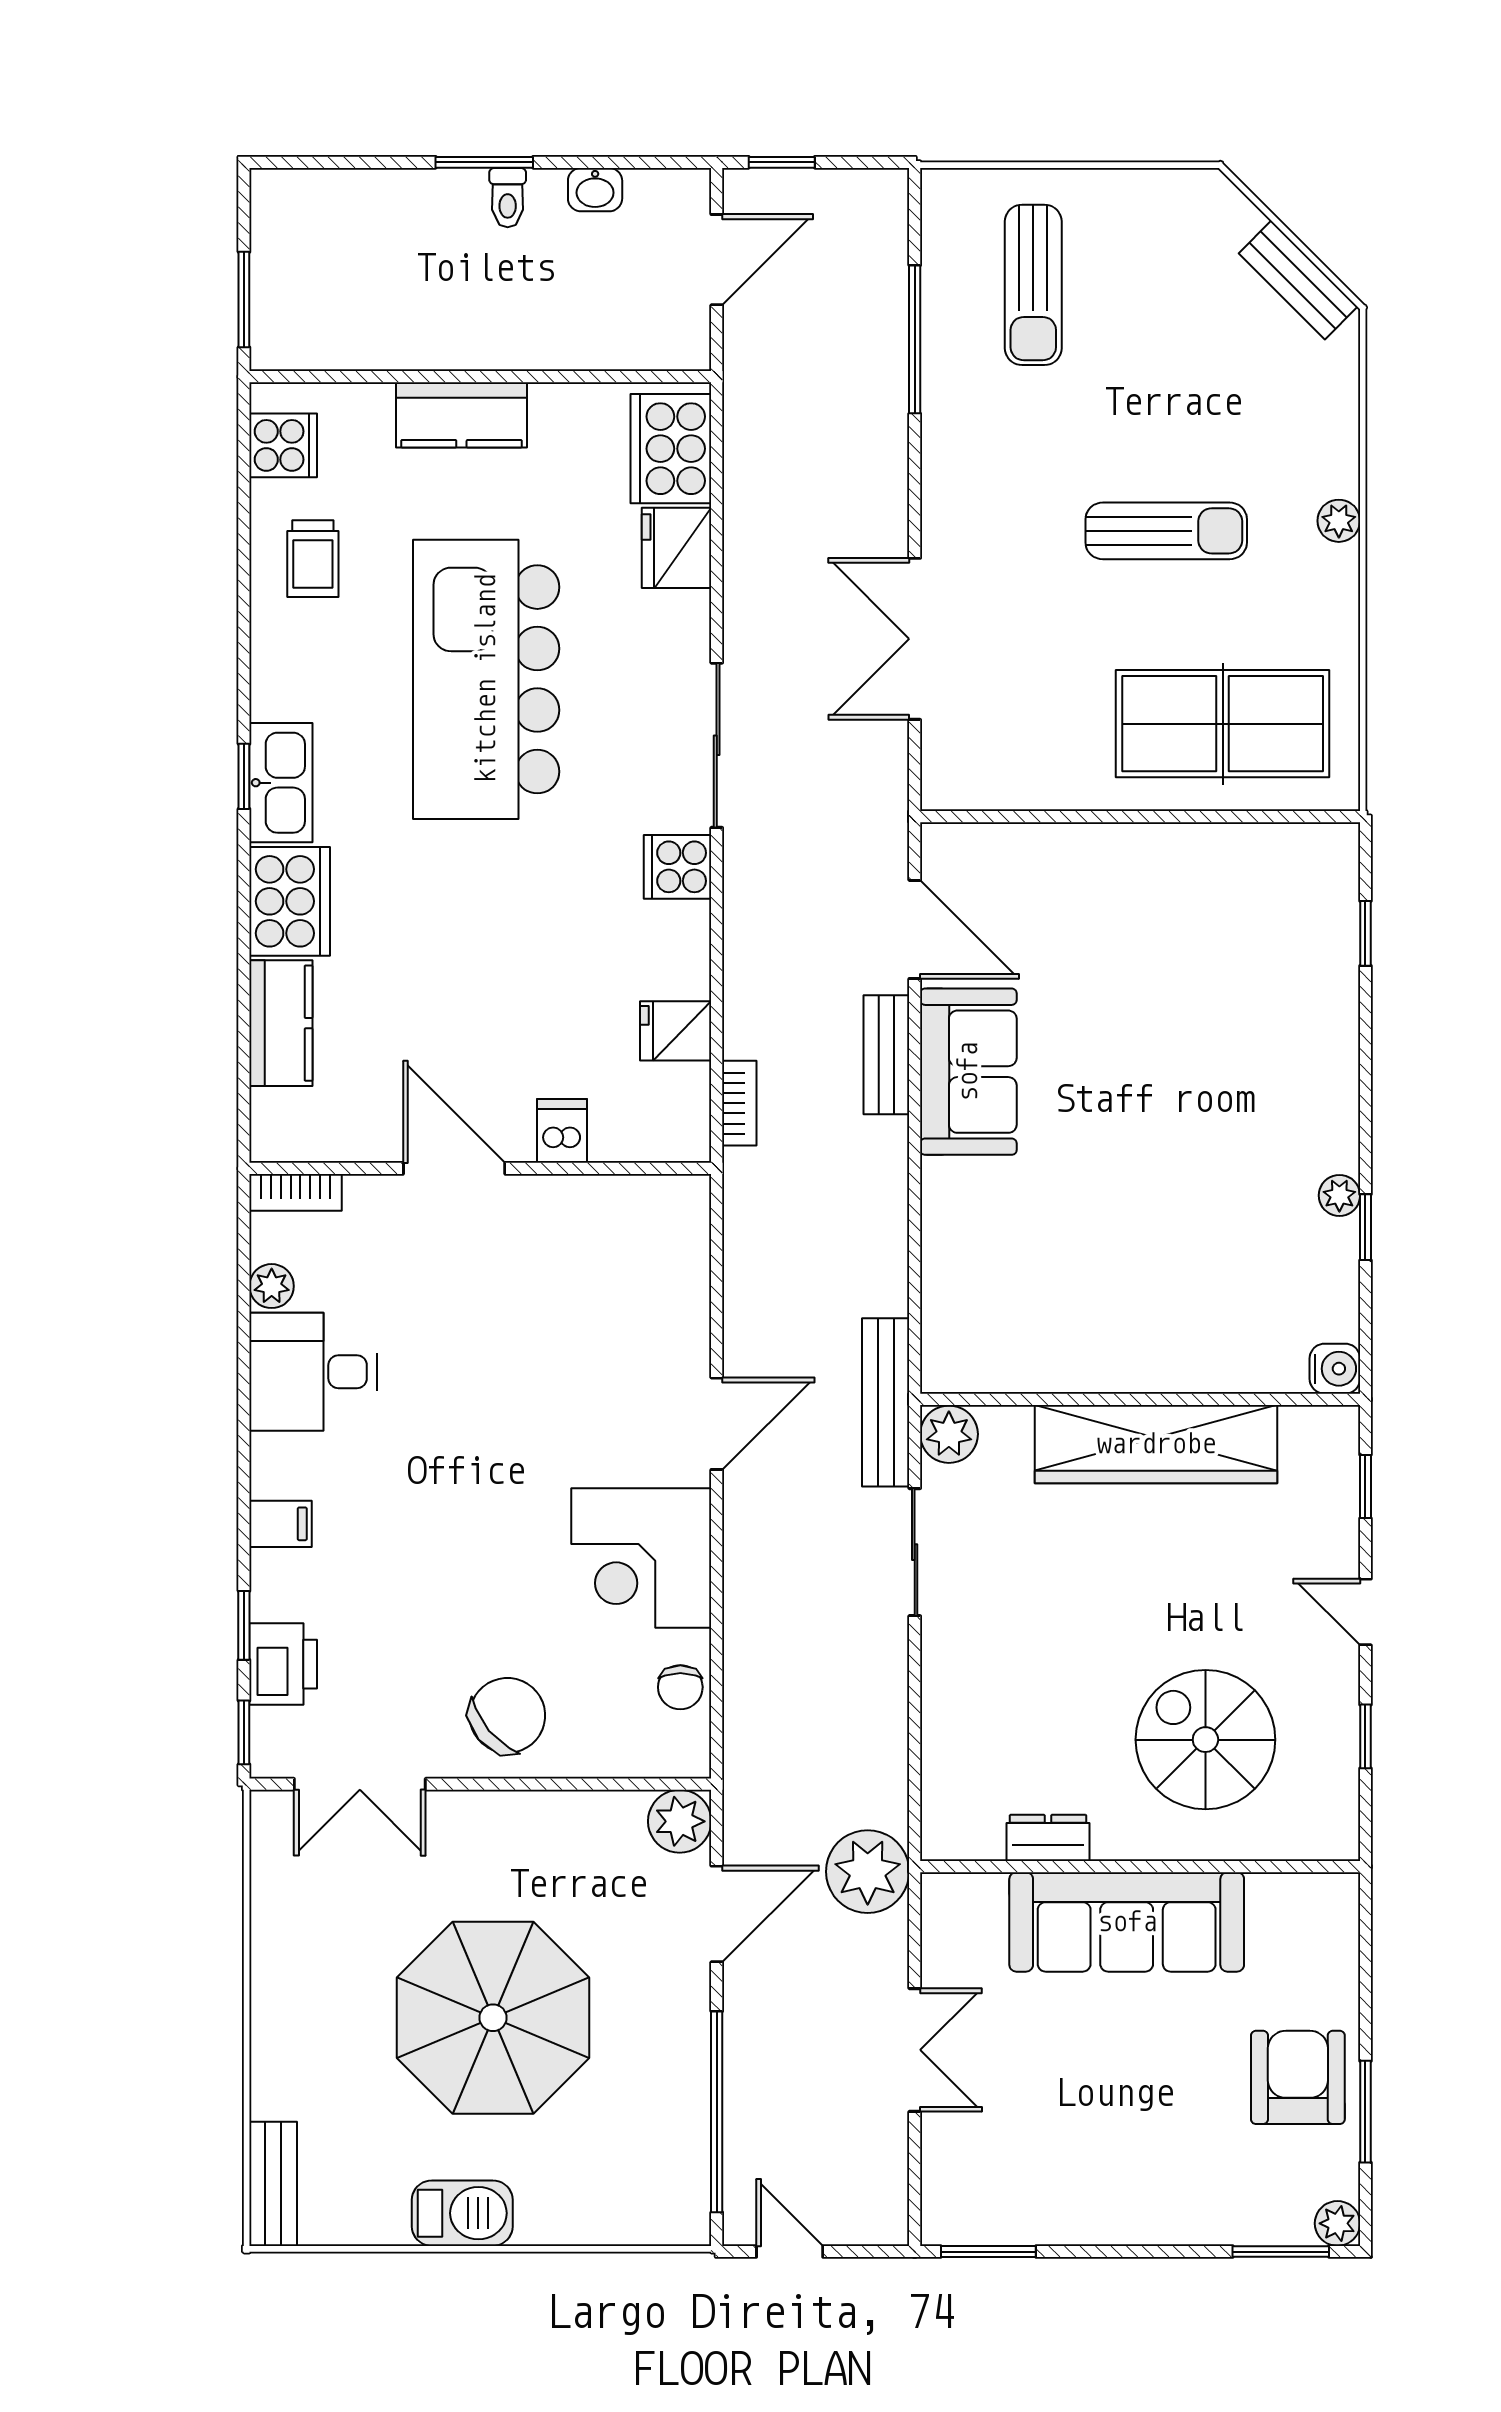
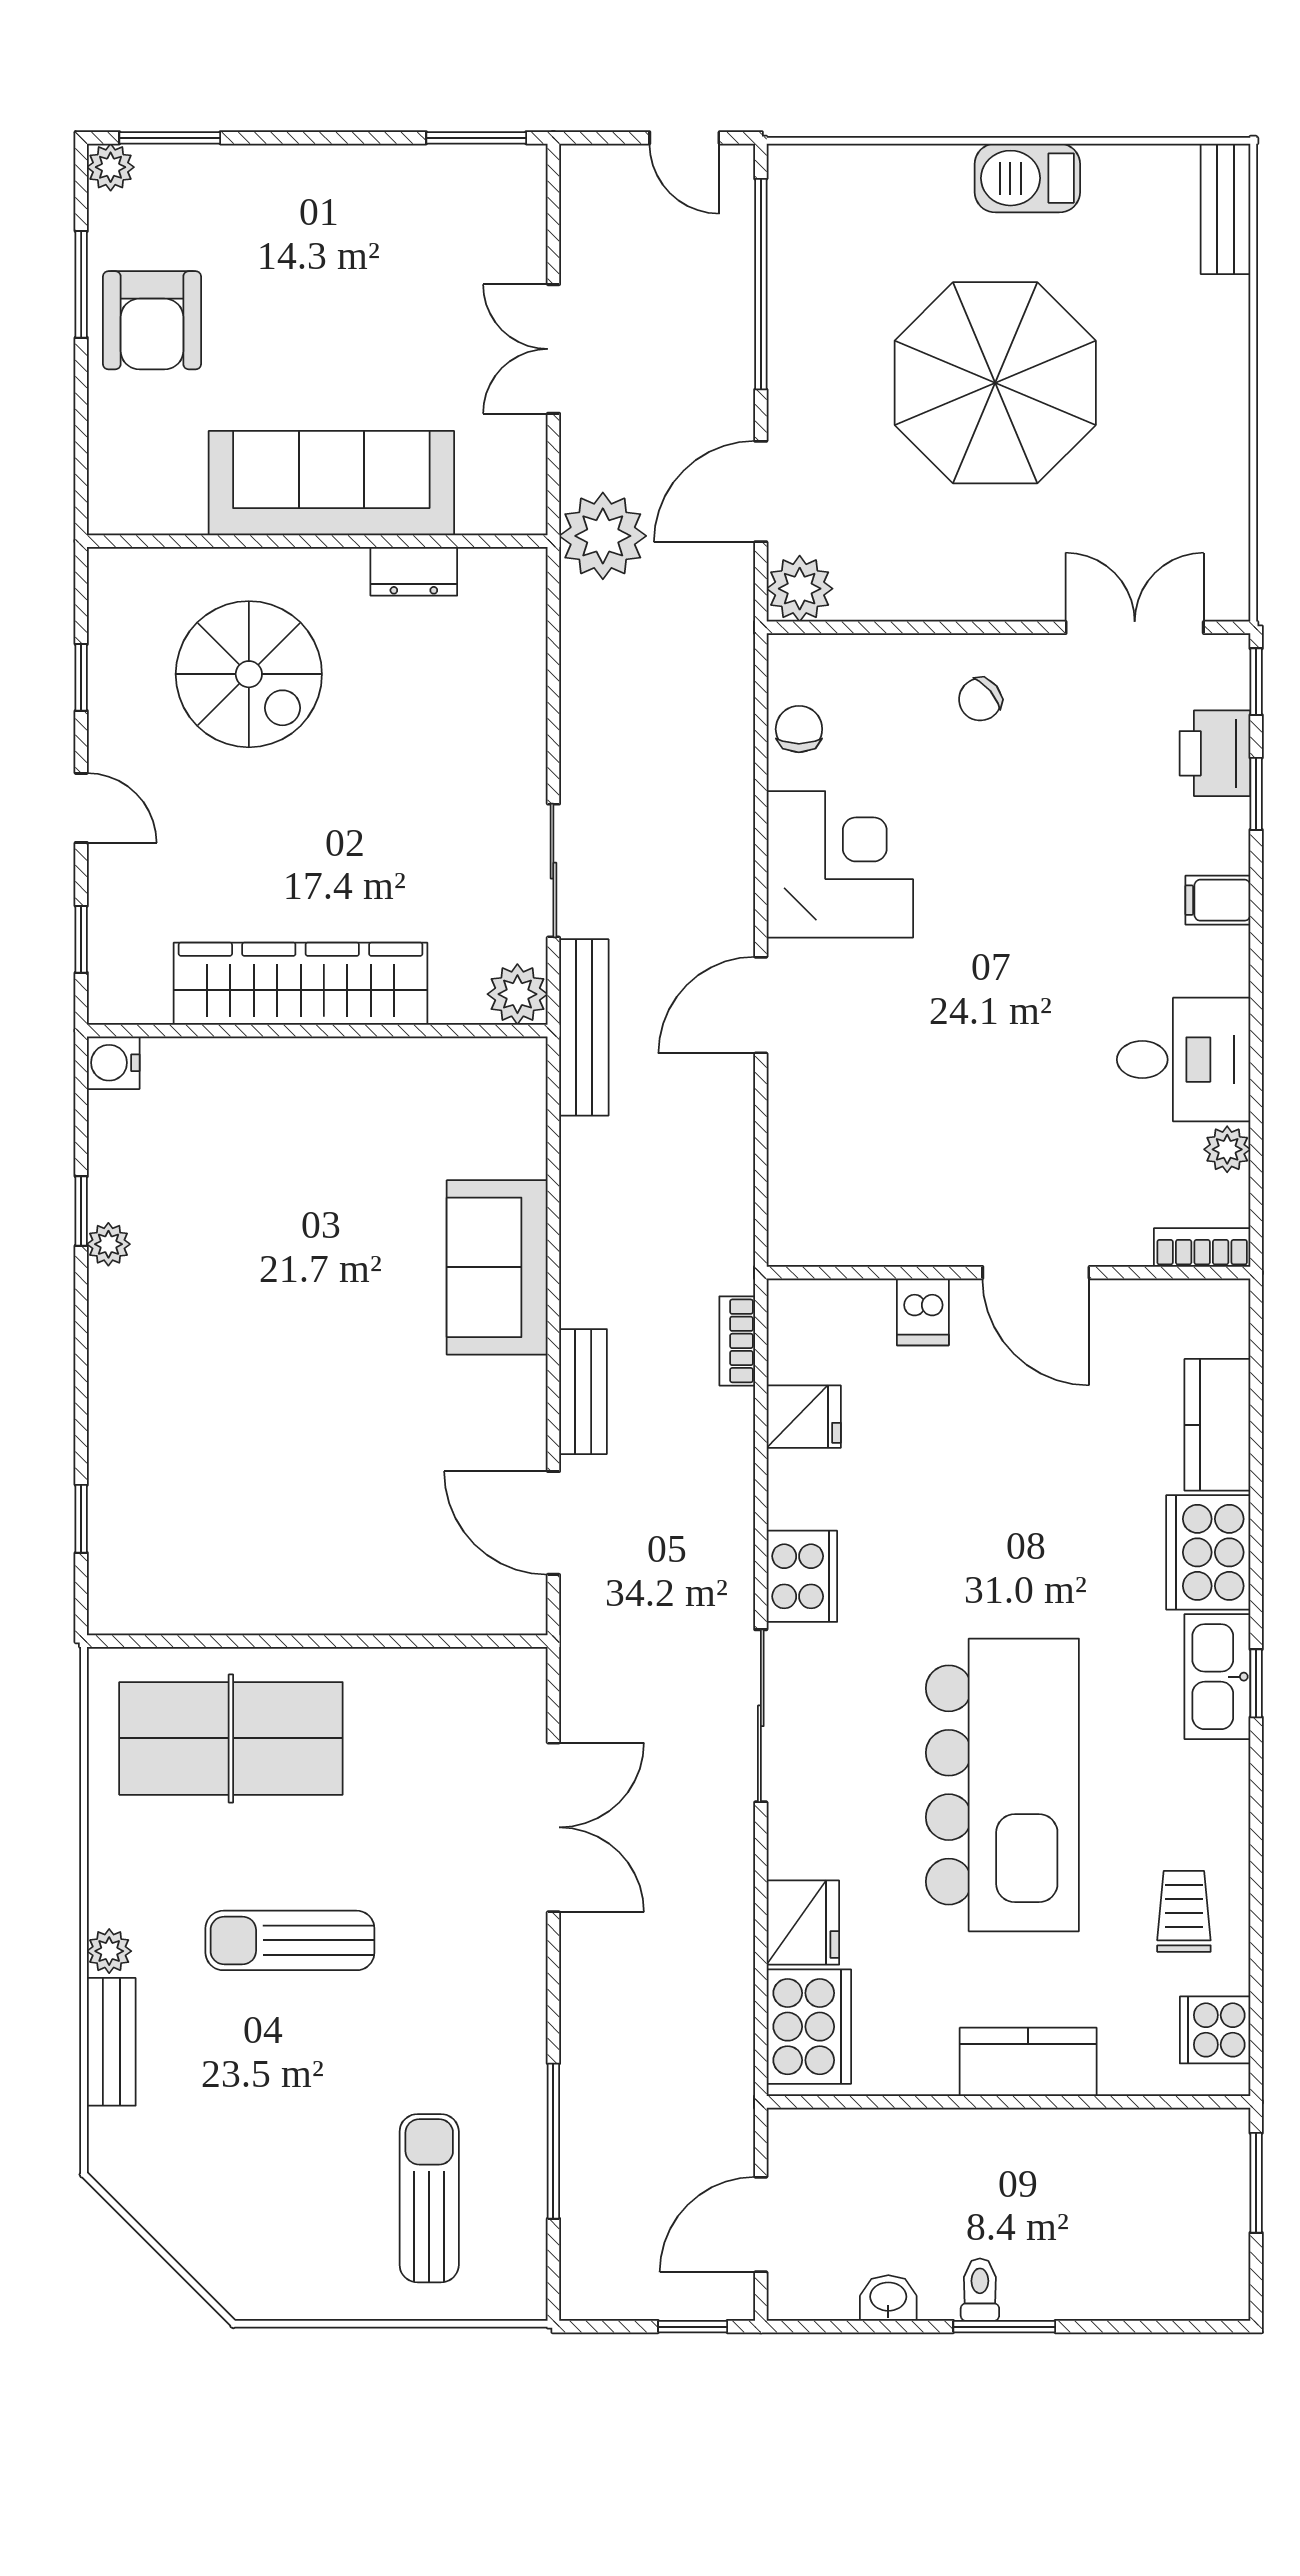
bench: (1298, 280) -> (111, 2042), moved, turned 45
cooker: (678, 867) -> (802, 1576), width x1.36
sofa: (968, 1072) -> (497, 1267), moved
chair: (507, 1715) -> (980, 699), width x0.54, depth x0.54

